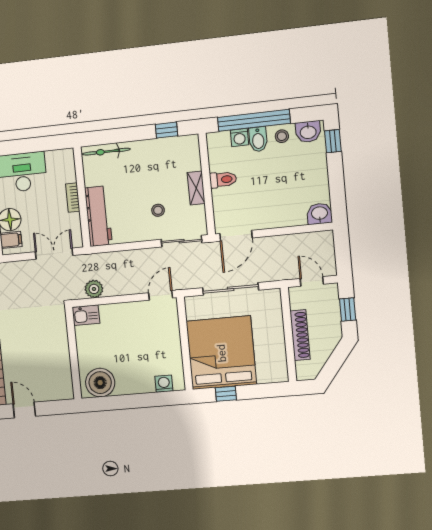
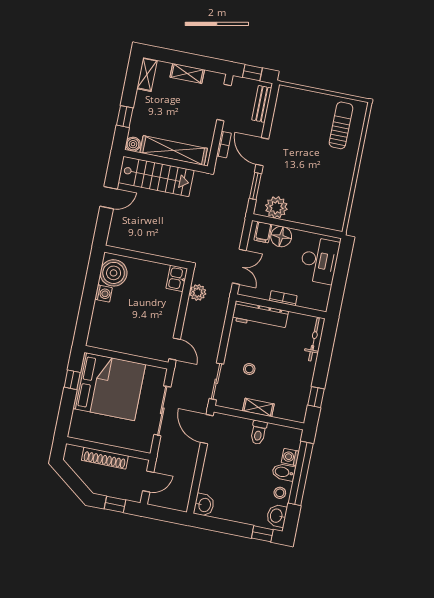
washing machine: (164, 384) -> (104, 293), moved

